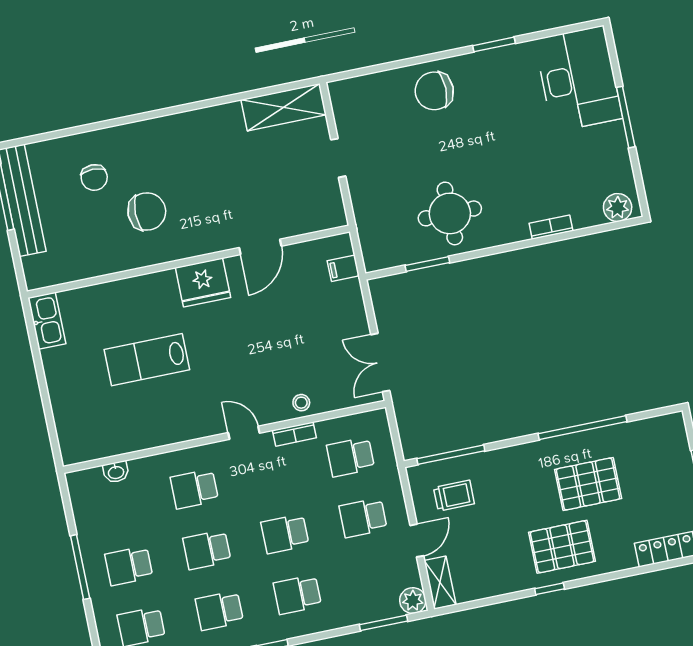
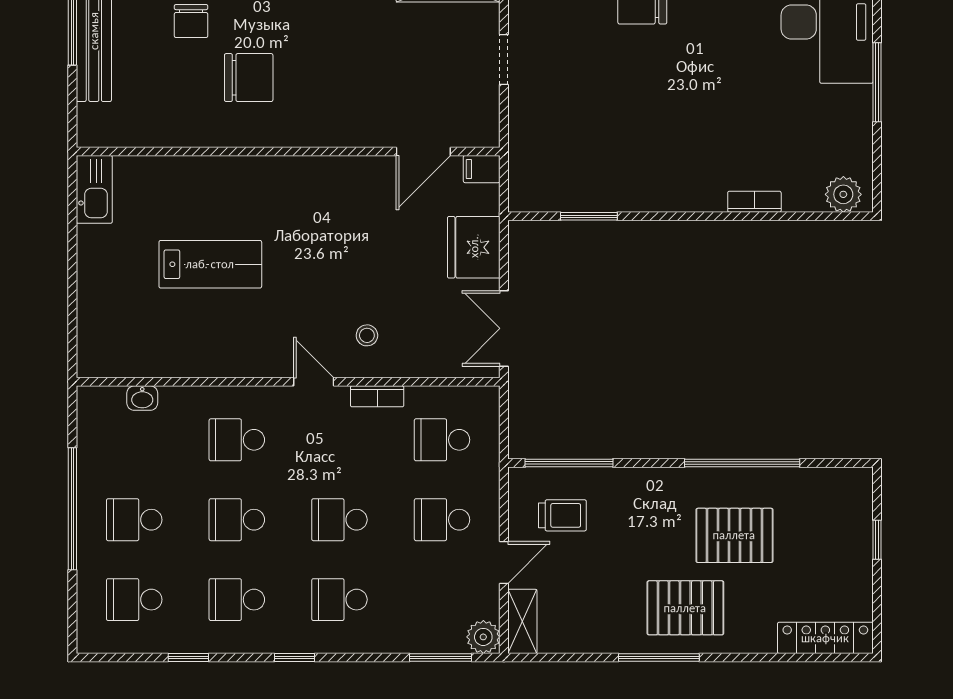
round table: (450, 213) -> (630, 158), removed
door: (260, 247) -> (423, 151), moved
filing cabinet: (343, 268) -> (482, 169), moved
fridge: (203, 282) -> (474, 247), moved, turned 90
lab bench: (147, 360) -> (210, 264), turned 180
stool: (301, 403) -> (367, 335), moved
window: (80, 567) -> (72, 509), width x1.46
window: (550, 589) -> (659, 658), width x2.17

